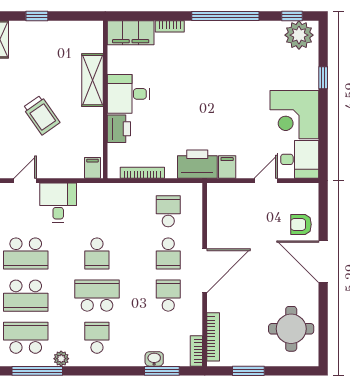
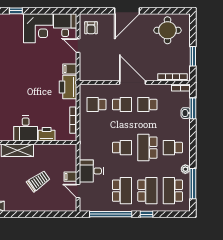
filing cabinet: (93, 168) -> (70, 177), moved
armchair: (301, 224) -> (91, 28), moved

